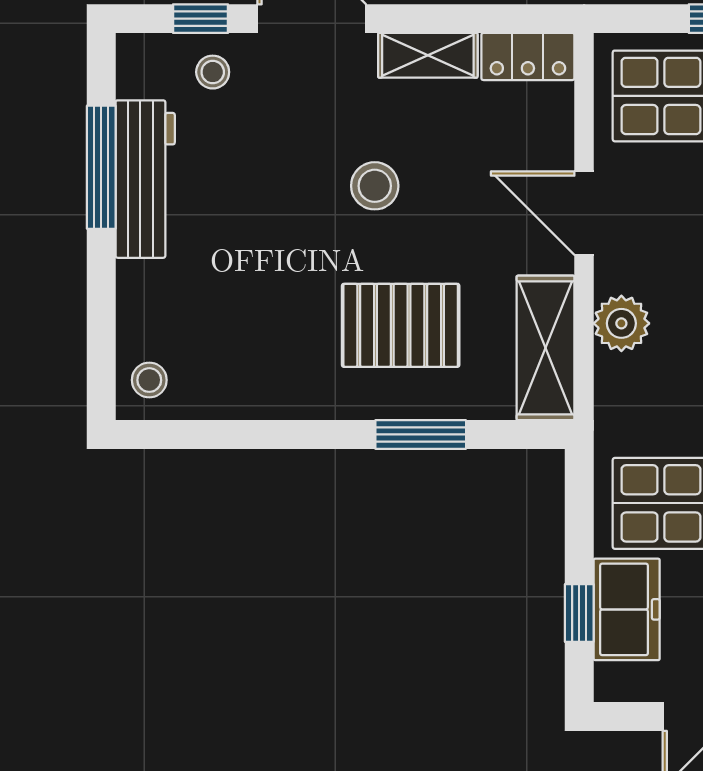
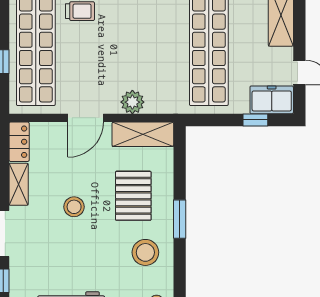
stool: (213, 72) -> (145, 252), moved, width x1.89, depth x1.89
window: (421, 434) -> (180, 219), moved
freezer: (627, 609) -> (272, 100), moved

